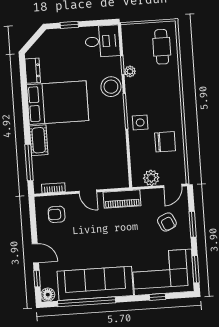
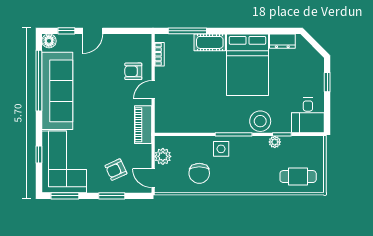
armchair: (57, 214) -> (133, 71), moved, turned -90

